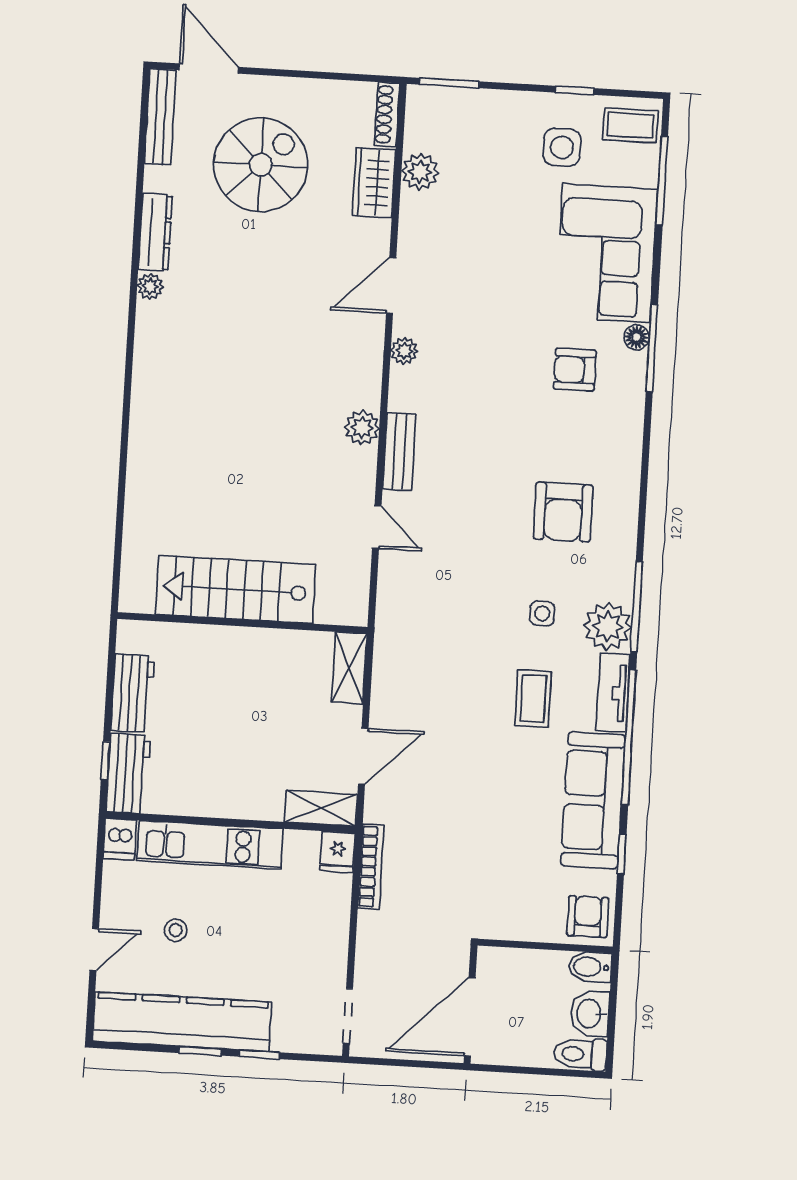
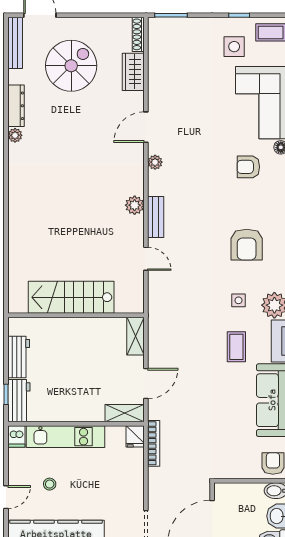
plant: (420, 172) -> (158, 64), removed

